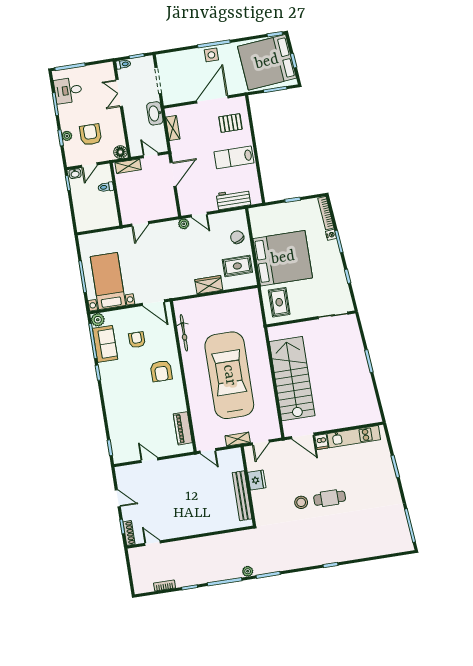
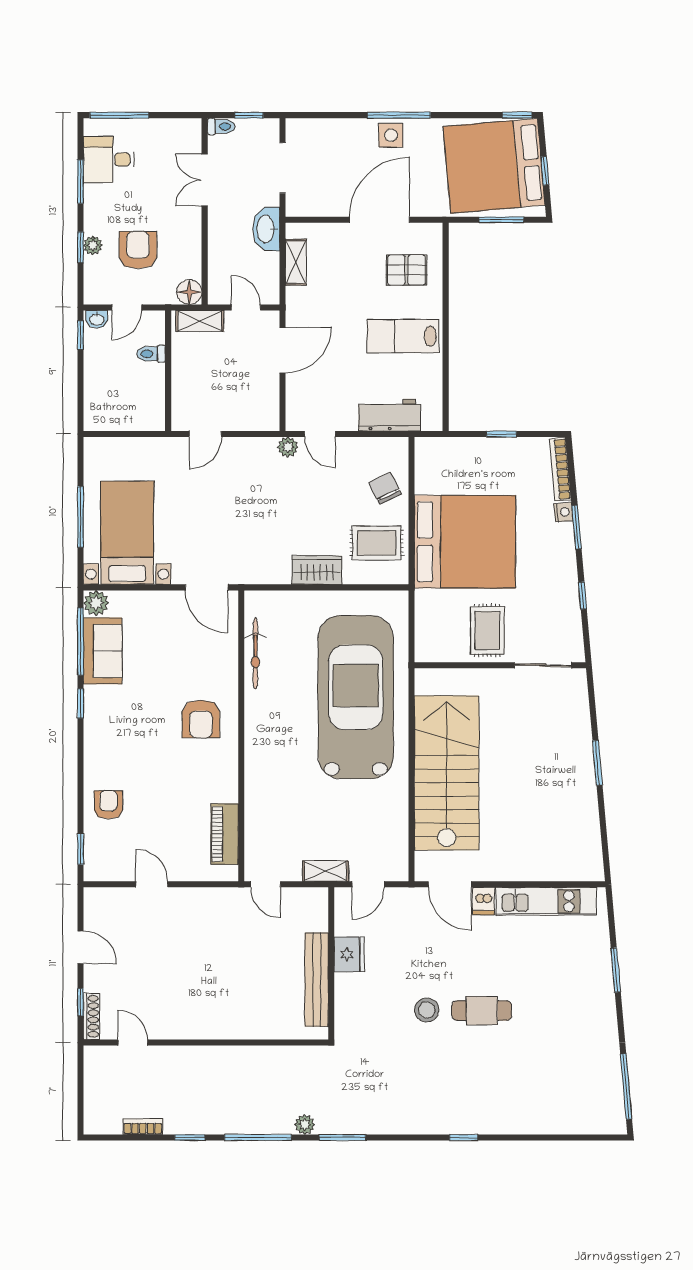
rug: (279, 302) -> (487, 630), moved
armchair: (137, 340) -> (108, 805), moved
car: (229, 375) -> (356, 697), moved

